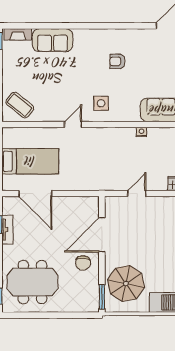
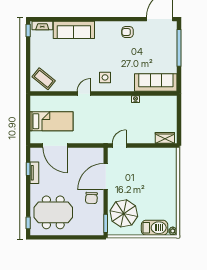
sofa: (53, 40) -> (74, 30), width x1.36
armchair: (117, 61) -> (128, 32), moved
door: (137, 193) -> (119, 146), moved

